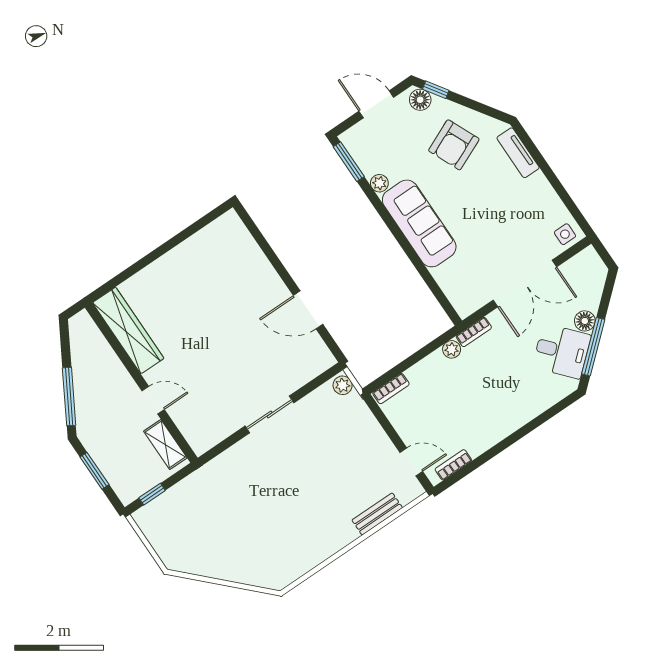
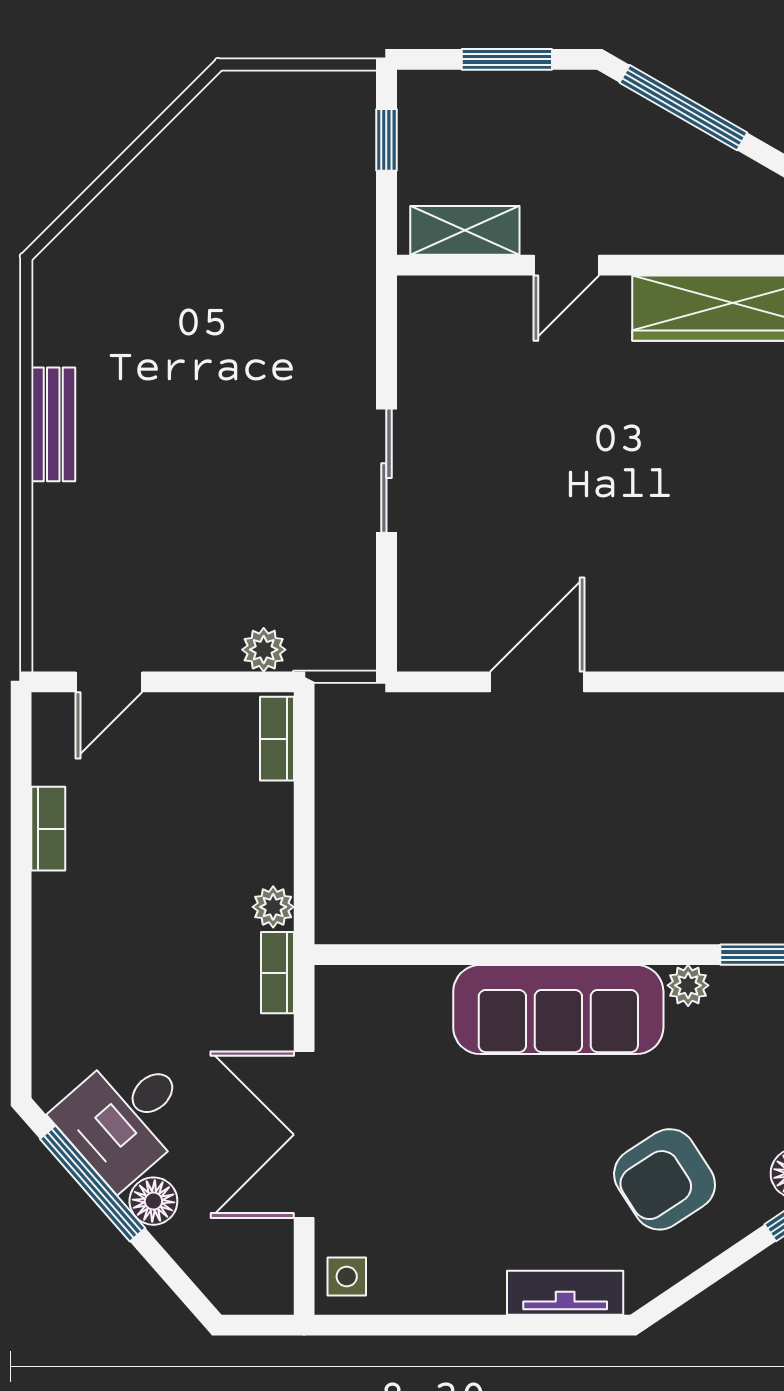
armchair: (454, 145) -> (665, 1179), turned -99
plant: (343, 385) -> (264, 650), moved
bookcase: (453, 465) -> (48, 829), moved
bench: (377, 514) -> (53, 424), moved

